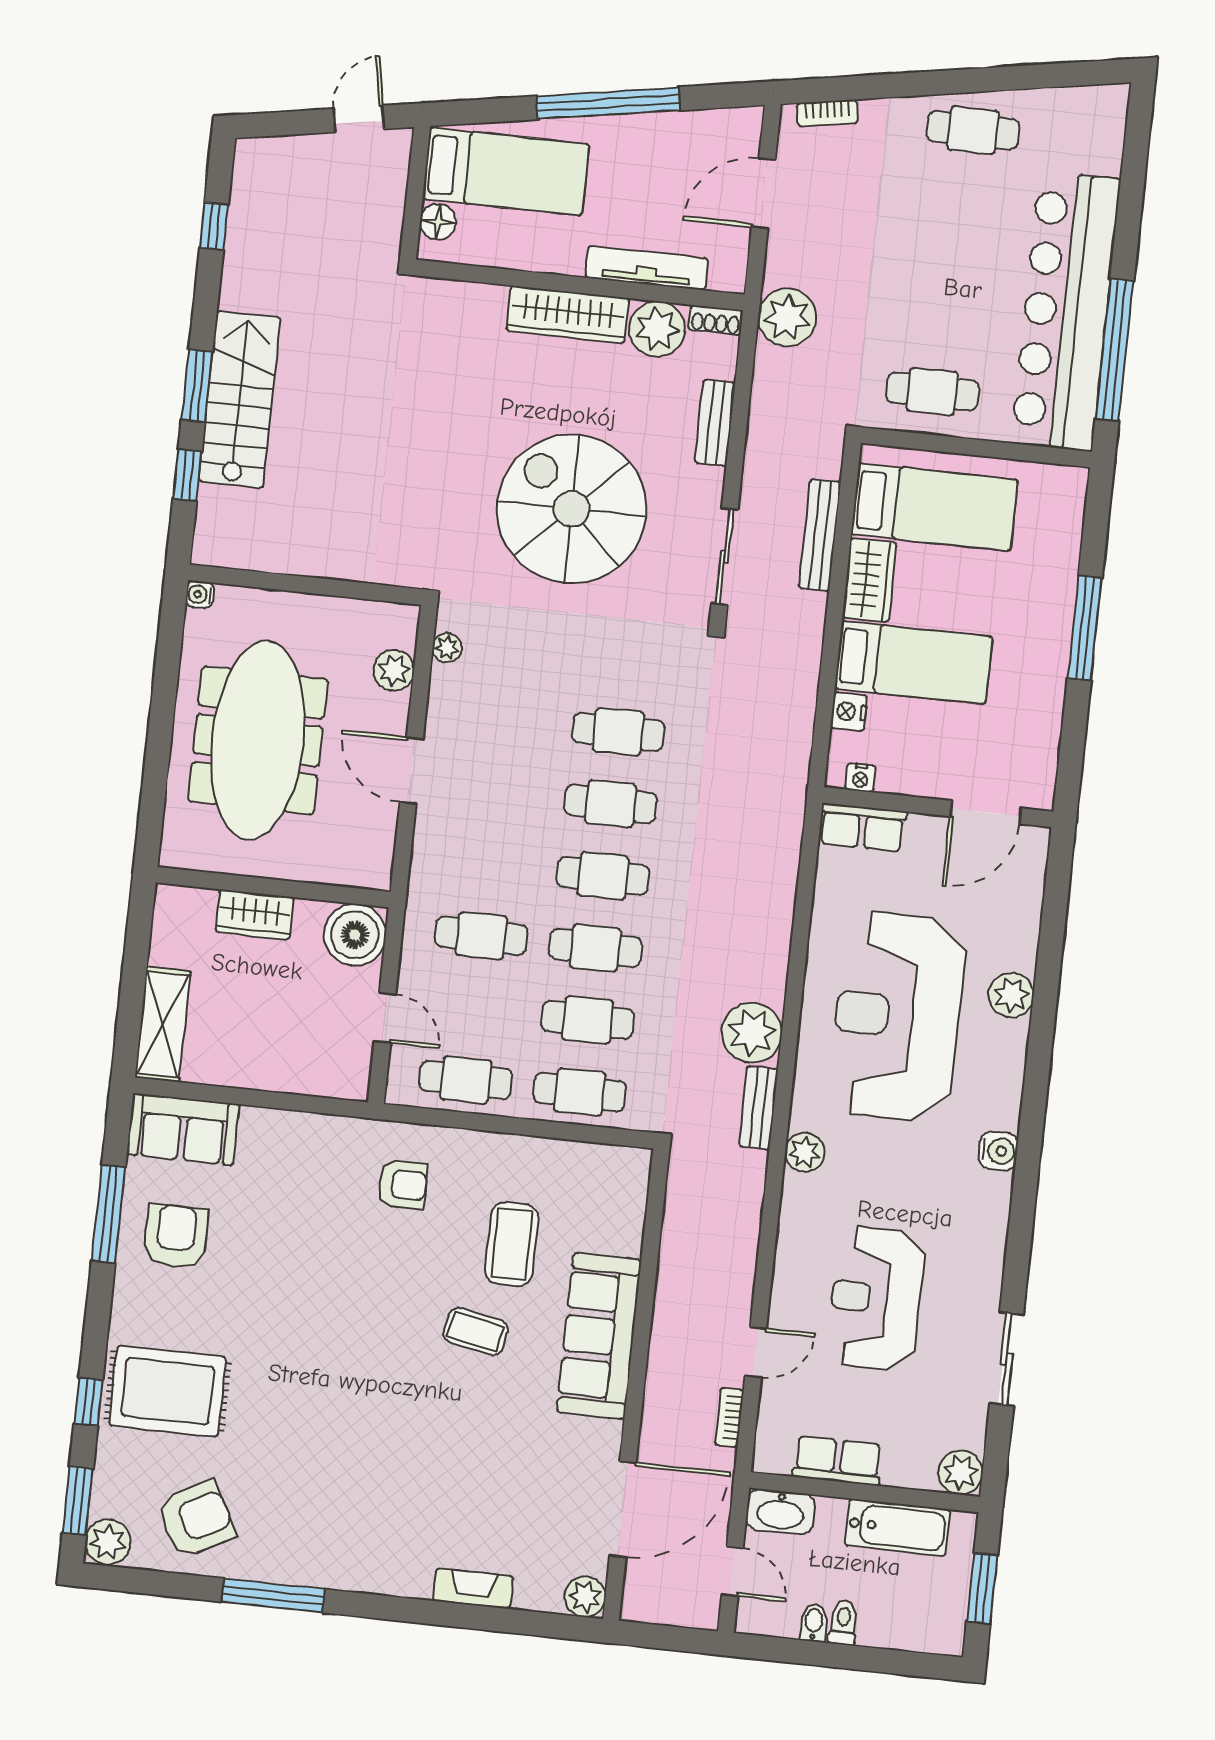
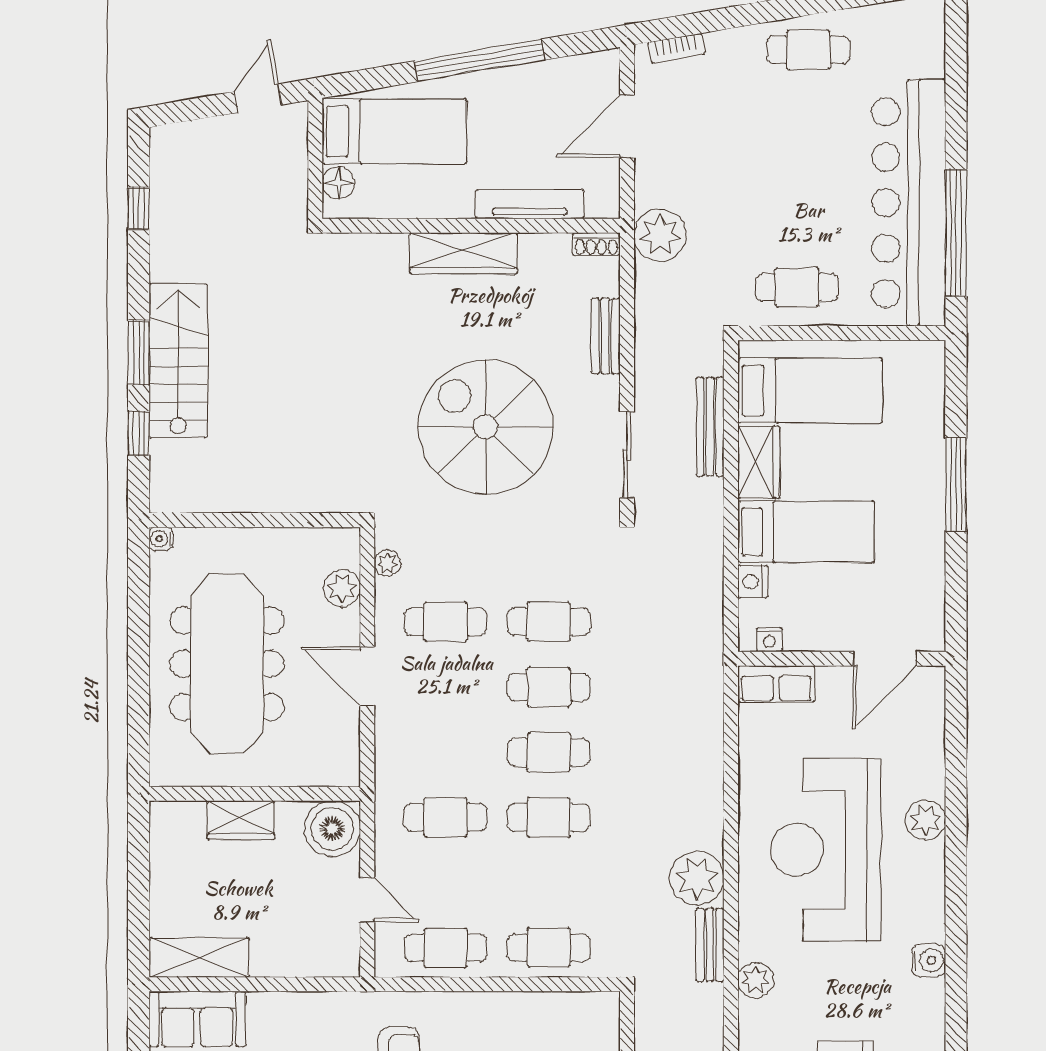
plant: (657, 329) -> (545, 258), removed
cafe table: (588, 1020) -> (446, 622), moved
shelving: (163, 1024) -> (199, 957), moved, turned 90

